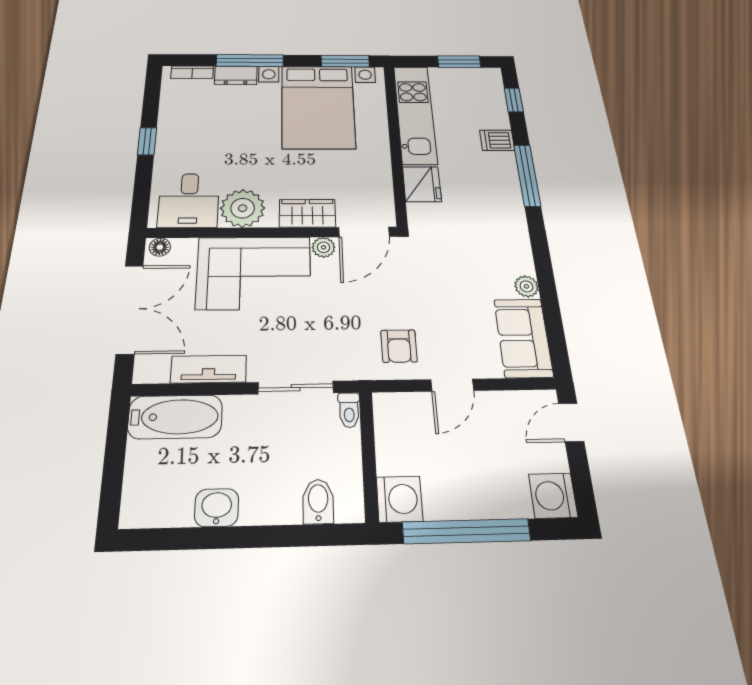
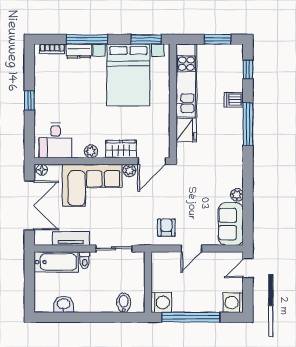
plant: (243, 208) -> (91, 151), width x0.53, depth x0.53
armchair: (399, 346) -> (166, 228), turned 180
toilet: (349, 410) -> (85, 260), moved
washbasin: (217, 508) -> (64, 304), moved

